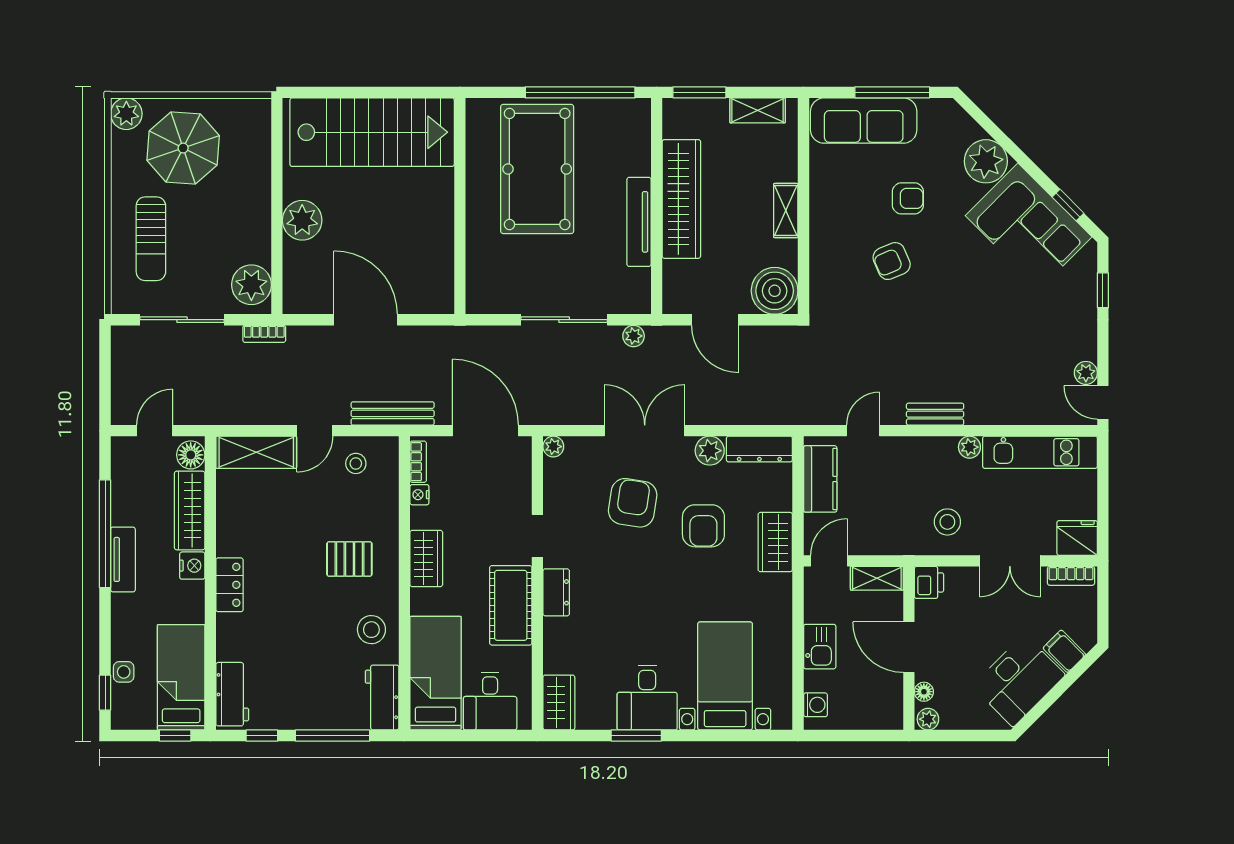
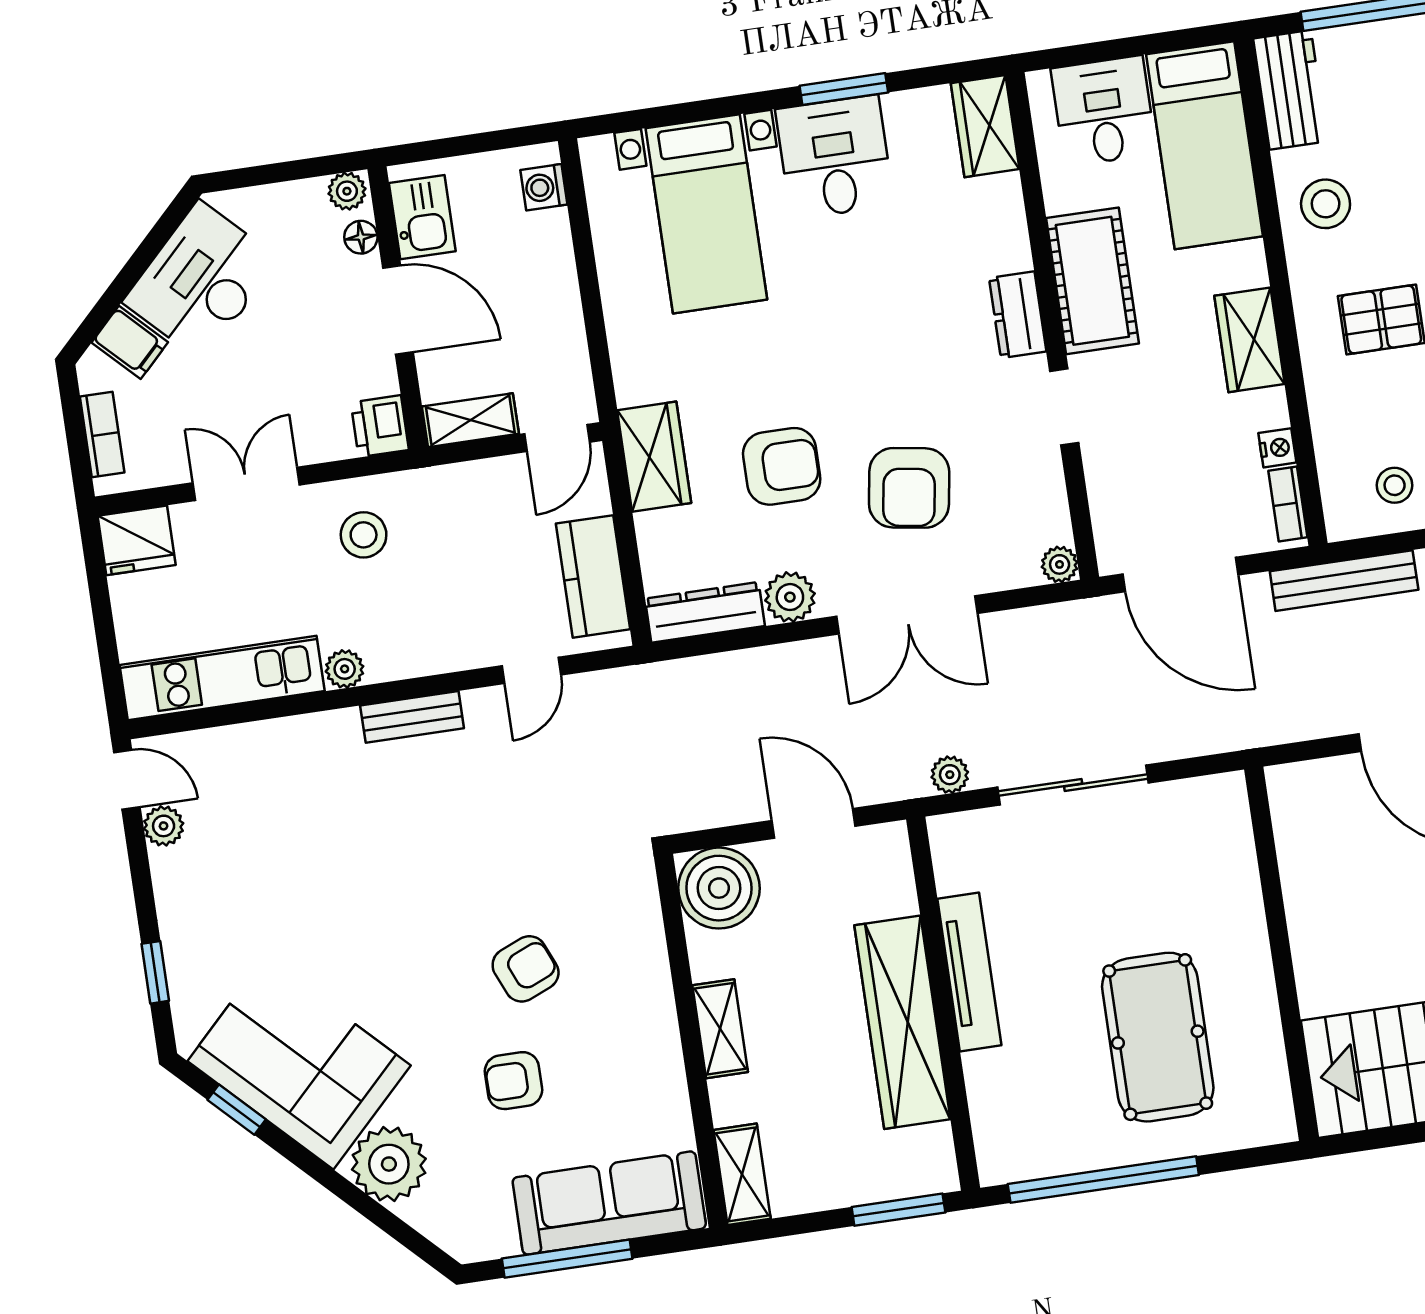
shelving: (758, 110) -> (742, 1174), moved, turned 90
pool table: (537, 169) -> (1158, 1037), width x0.73, depth x0.76
armchair: (703, 526) -> (782, 466), turned 90
bookcase: (1071, 576) -> (102, 435), moved, turned 90
kitchen sink: (820, 647) -> (422, 217), moved, turned 180

